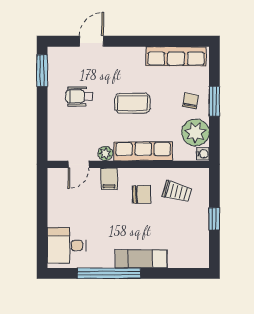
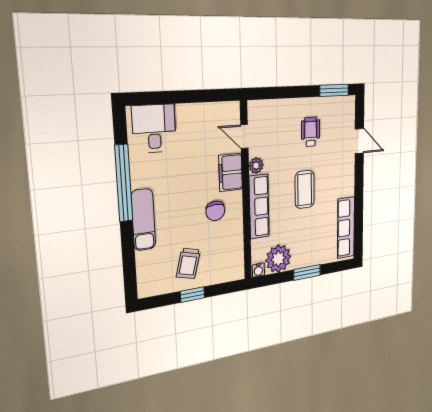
chair: (191, 101) -> (307, 249), removed
filing cabinet: (109, 179) -> (231, 172), width x2.00
trolley: (177, 192) -> (188, 263), moved

